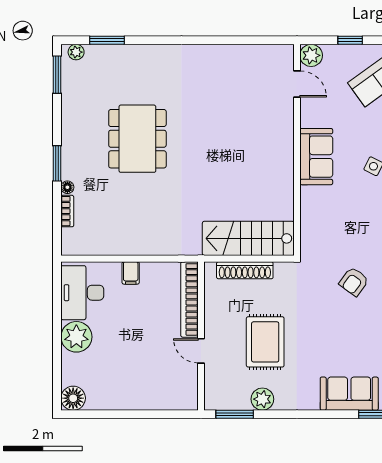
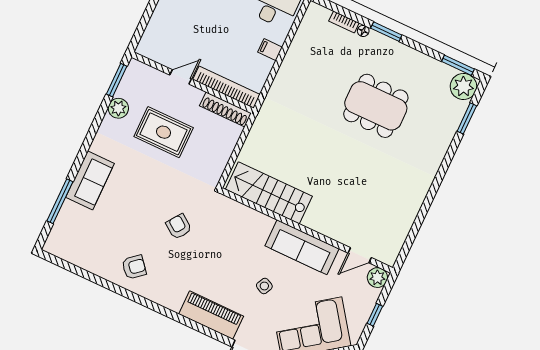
plant: (76, 52) -> (463, 86), width x1.88, depth x1.88
sofa: (316, 157) -> (302, 247), width x1.36
stairs: (248, 238) -> (269, 193), moved, turned -90
shoe rack: (245, 270) -> (226, 109), moved, turned -90

